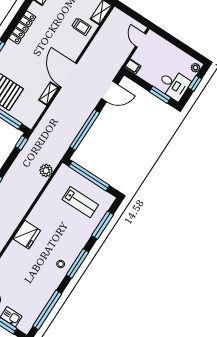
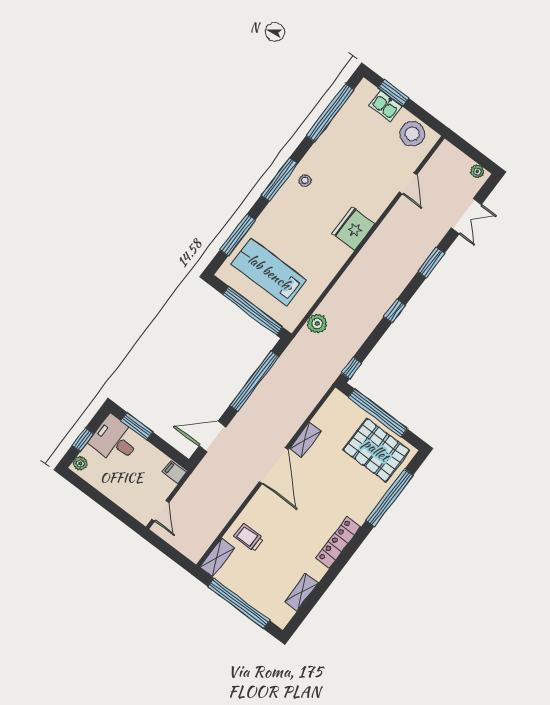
lab bench: (80, 202) -> (269, 272), width x1.36, depth x1.39

